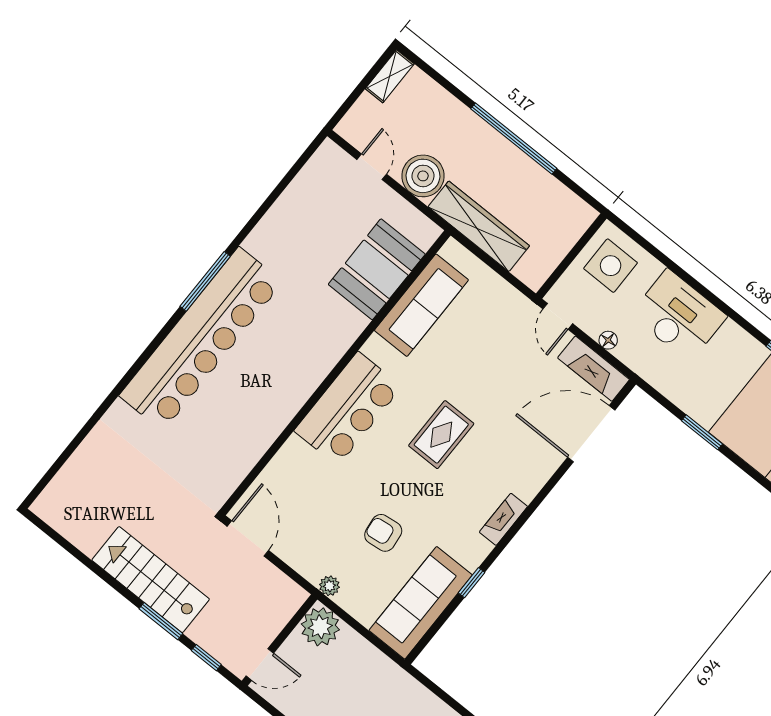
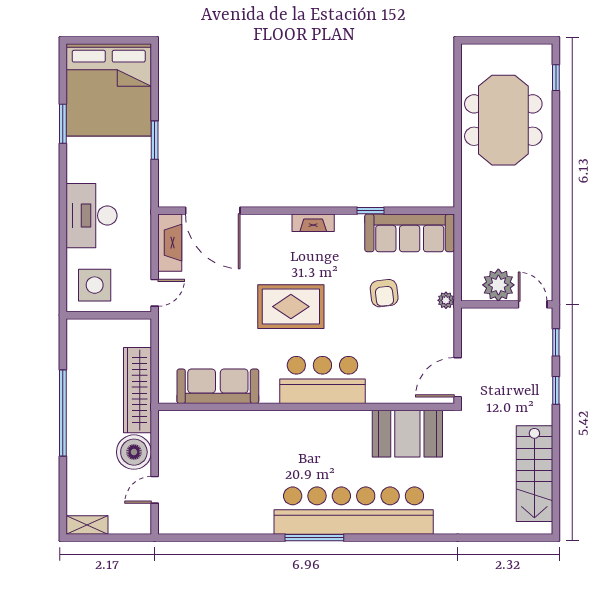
booth: (377, 269) -> (407, 434), moved
floor lamp: (608, 340) -> (144, 248), removed
rug: (441, 435) -> (291, 307), width x1.36, depth x1.43
stairs: (151, 580) -> (534, 474), moved
window: (161, 621) -> (556, 390), width x0.67
plant: (320, 627) -> (498, 285), moved

